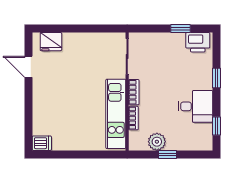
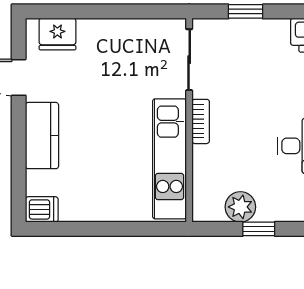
window: (181, 29) -> (246, 11), moved
kitchen counter: (42, 100) -> (42, 136), added
bookcase: (133, 118) -> (200, 166), removed

